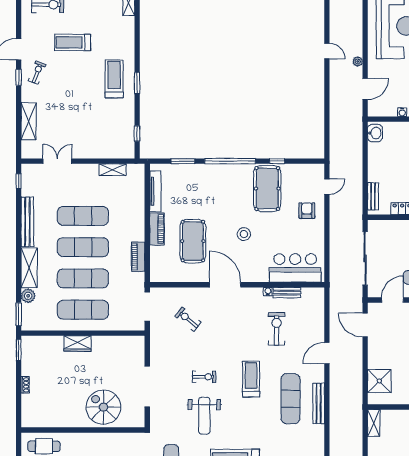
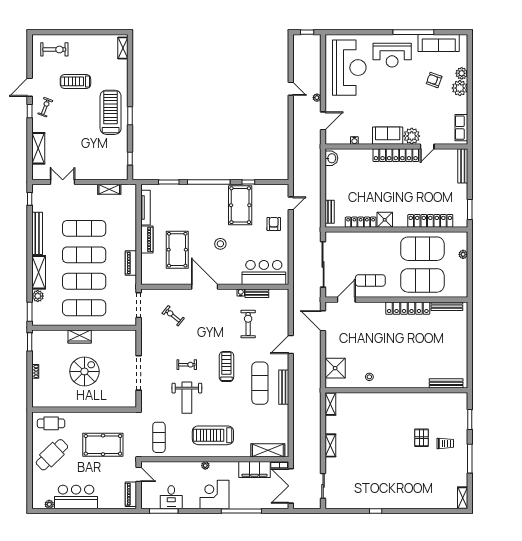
treadmill: (114, 79) -> (111, 112), width x1.37, depth x1.38
spiral stairs: (103, 407) -> (84, 371), moved, turned 90

